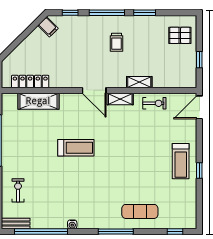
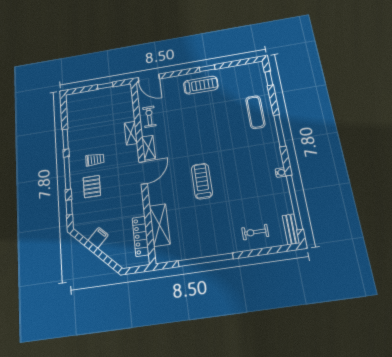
filing cabinet: (48, 27) -> (98, 238), moved
pallet: (180, 35) -> (92, 186), moved

